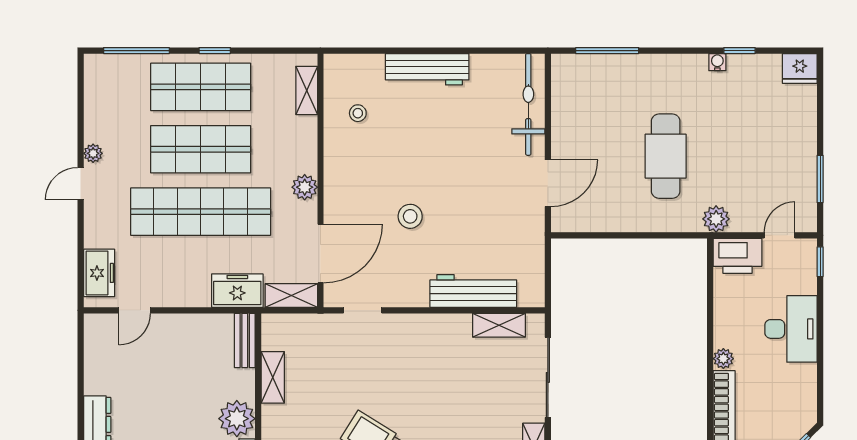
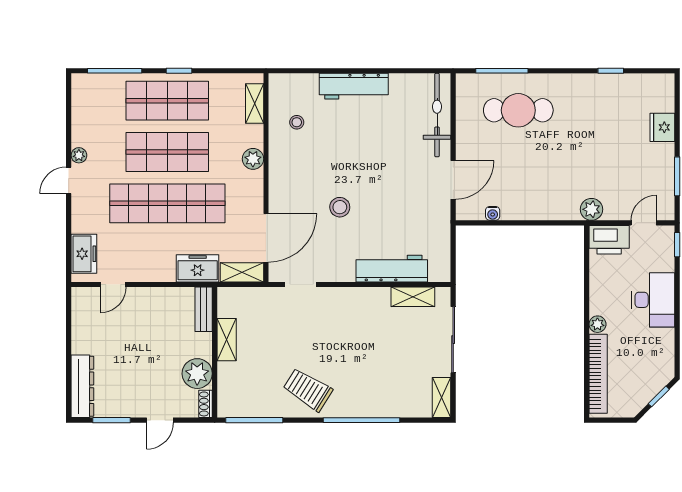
water cooler: (717, 62) -> (493, 213), moved, turned 180
fridge: (800, 68) -> (662, 127), moved, turned 90
cafe table: (666, 156) -> (518, 110), moved, turned 90
plant: (305, 187) -> (253, 159), moved

